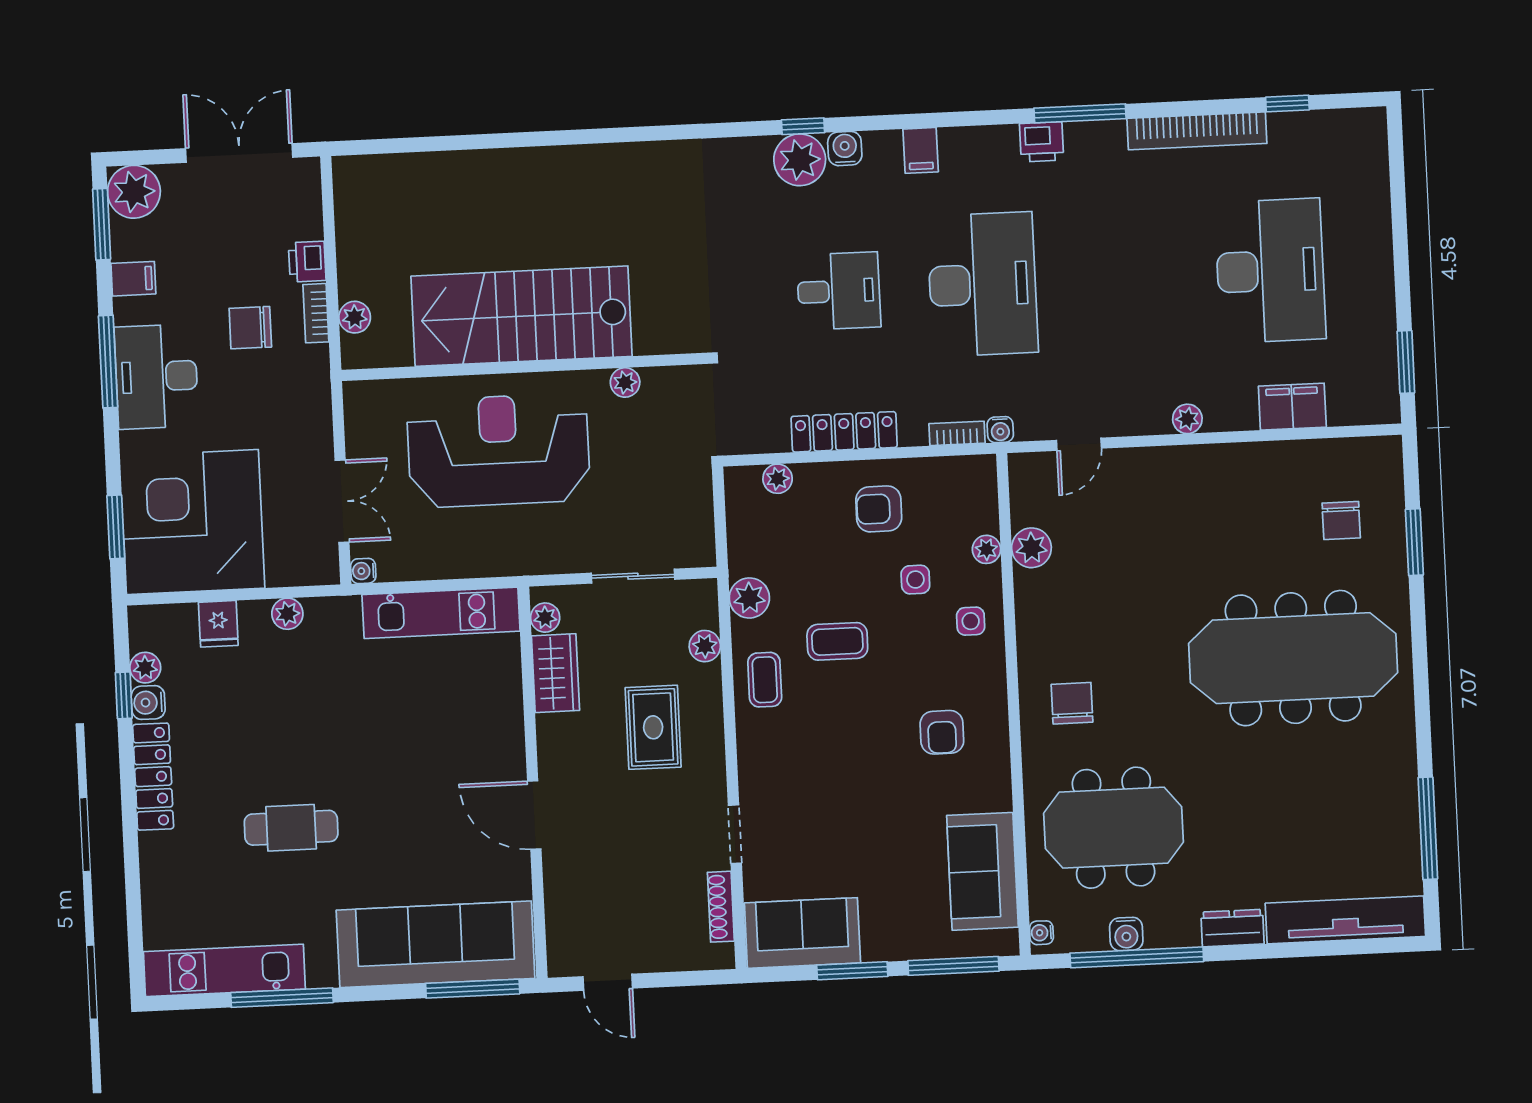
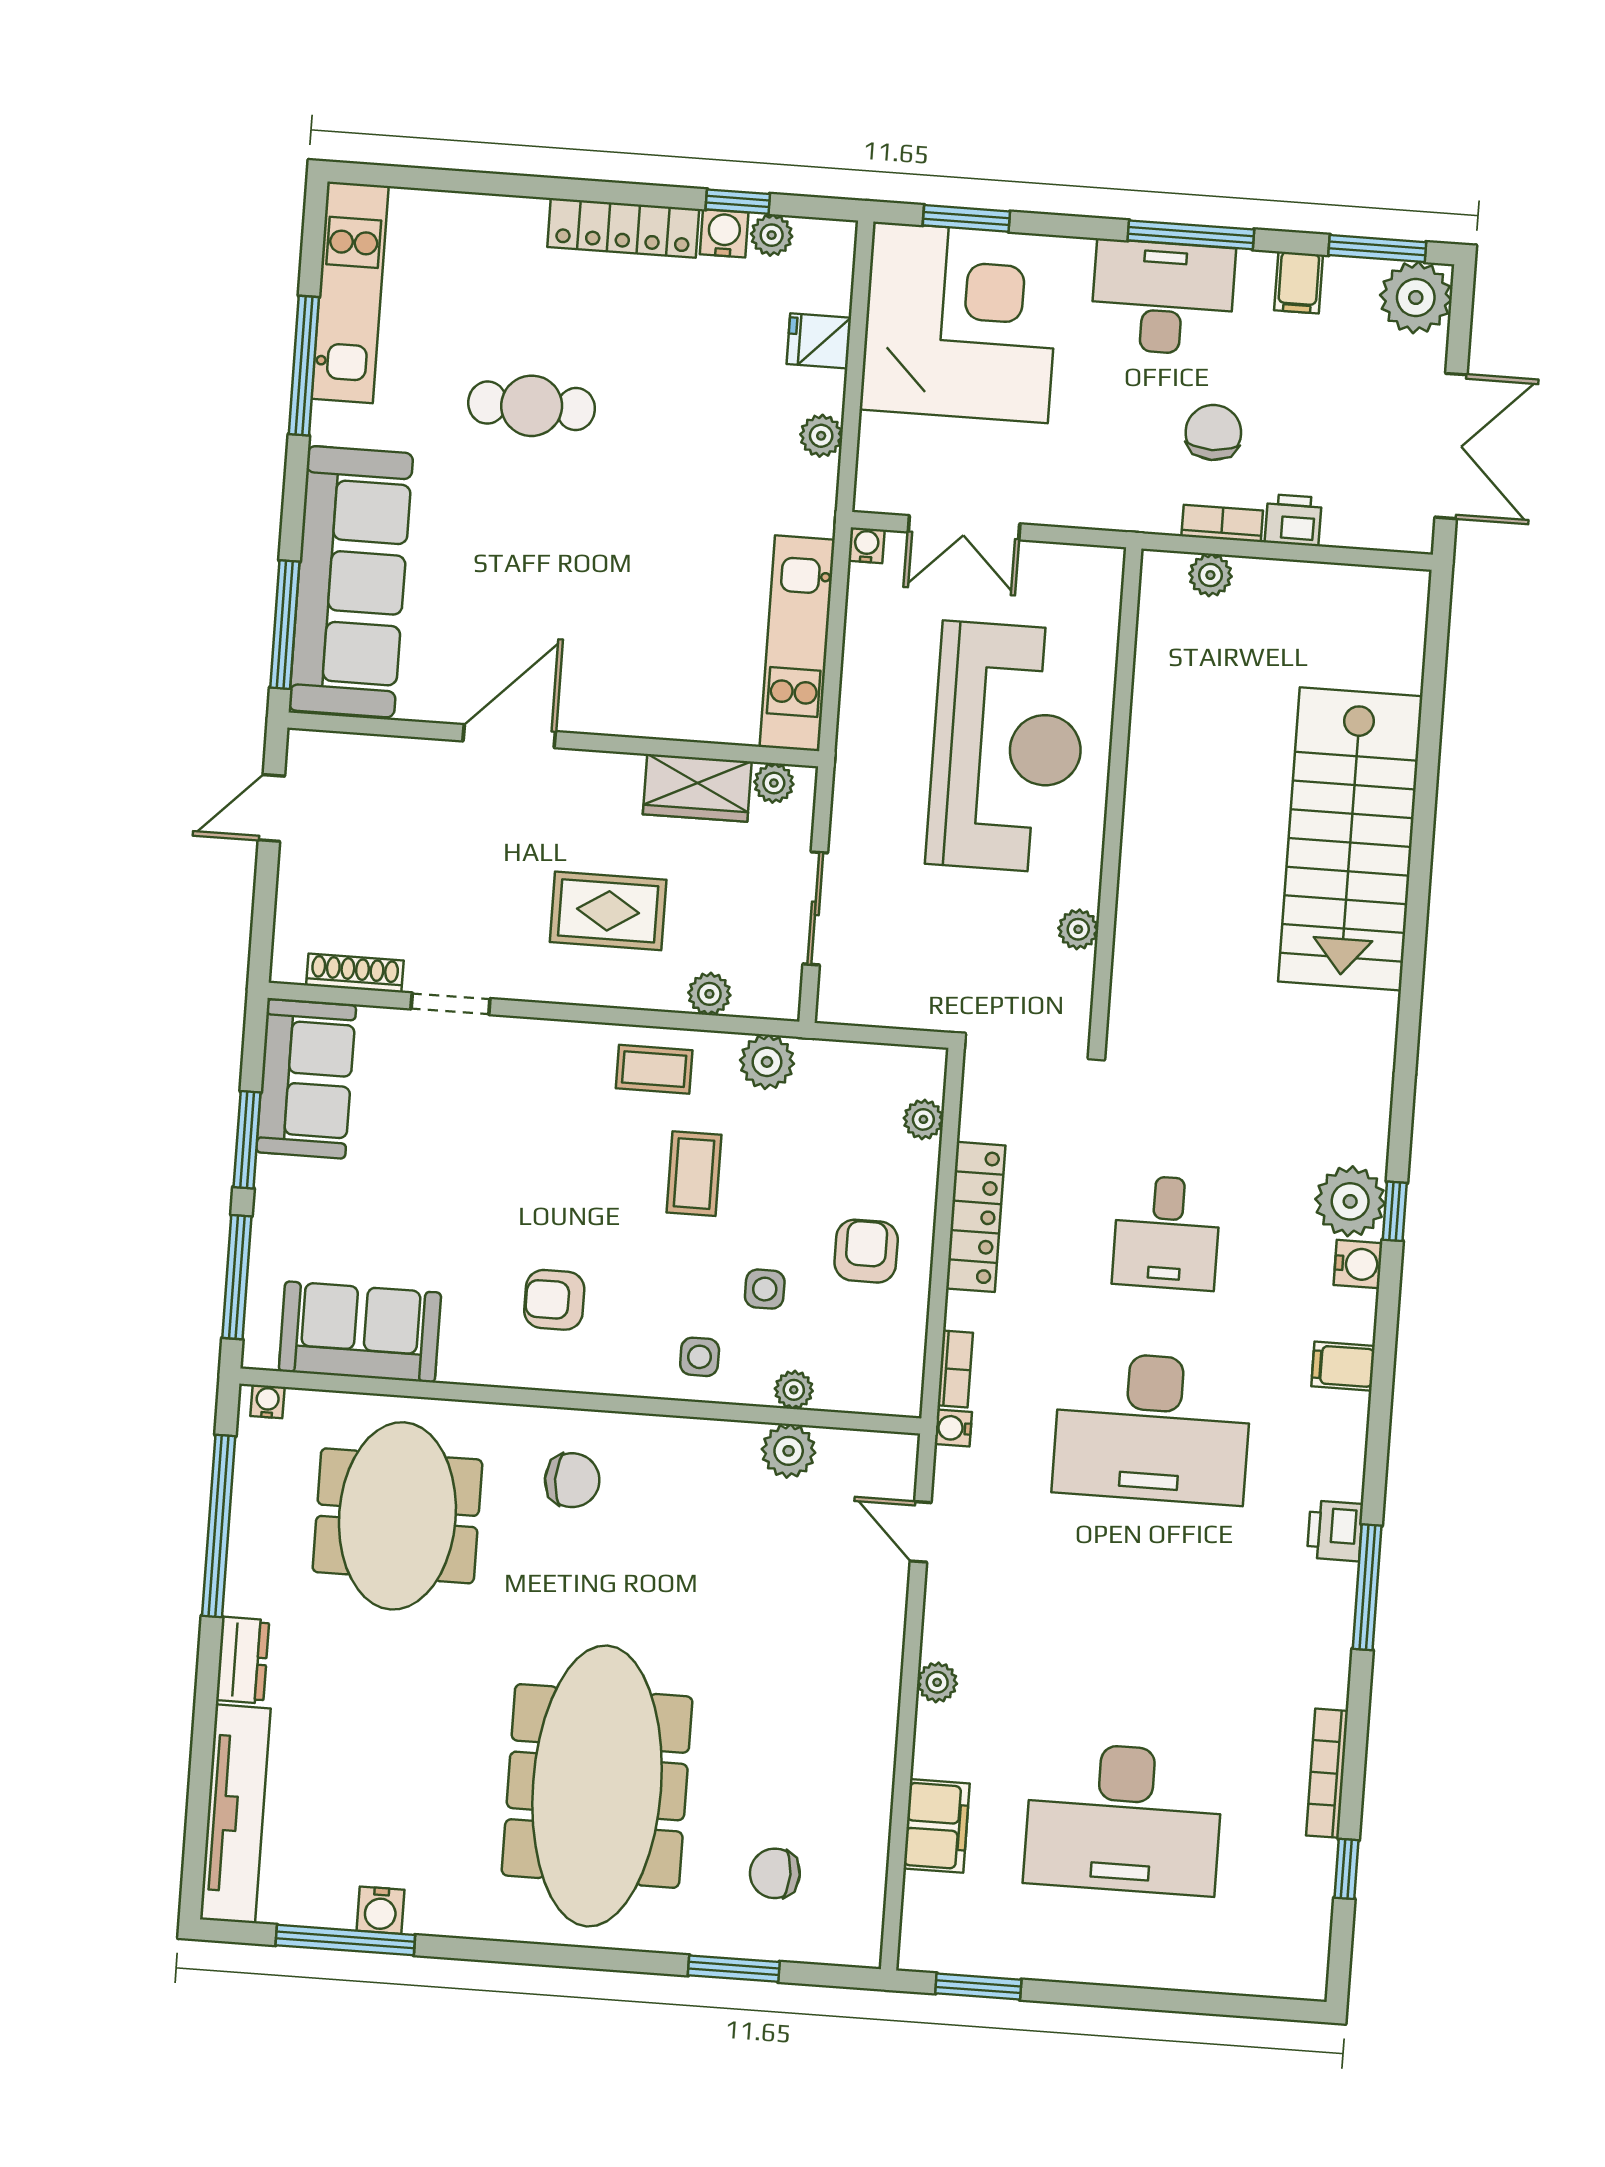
bookcase: (1197, 131) -> (1327, 1773), width x0.68, depth x0.76
stairs: (522, 316) -> (1350, 839), moved, turned 180
cafe table: (291, 828) -> (532, 406), turned 90
water cooler: (1126, 934) -> (380, 1910), moved, turned -90

